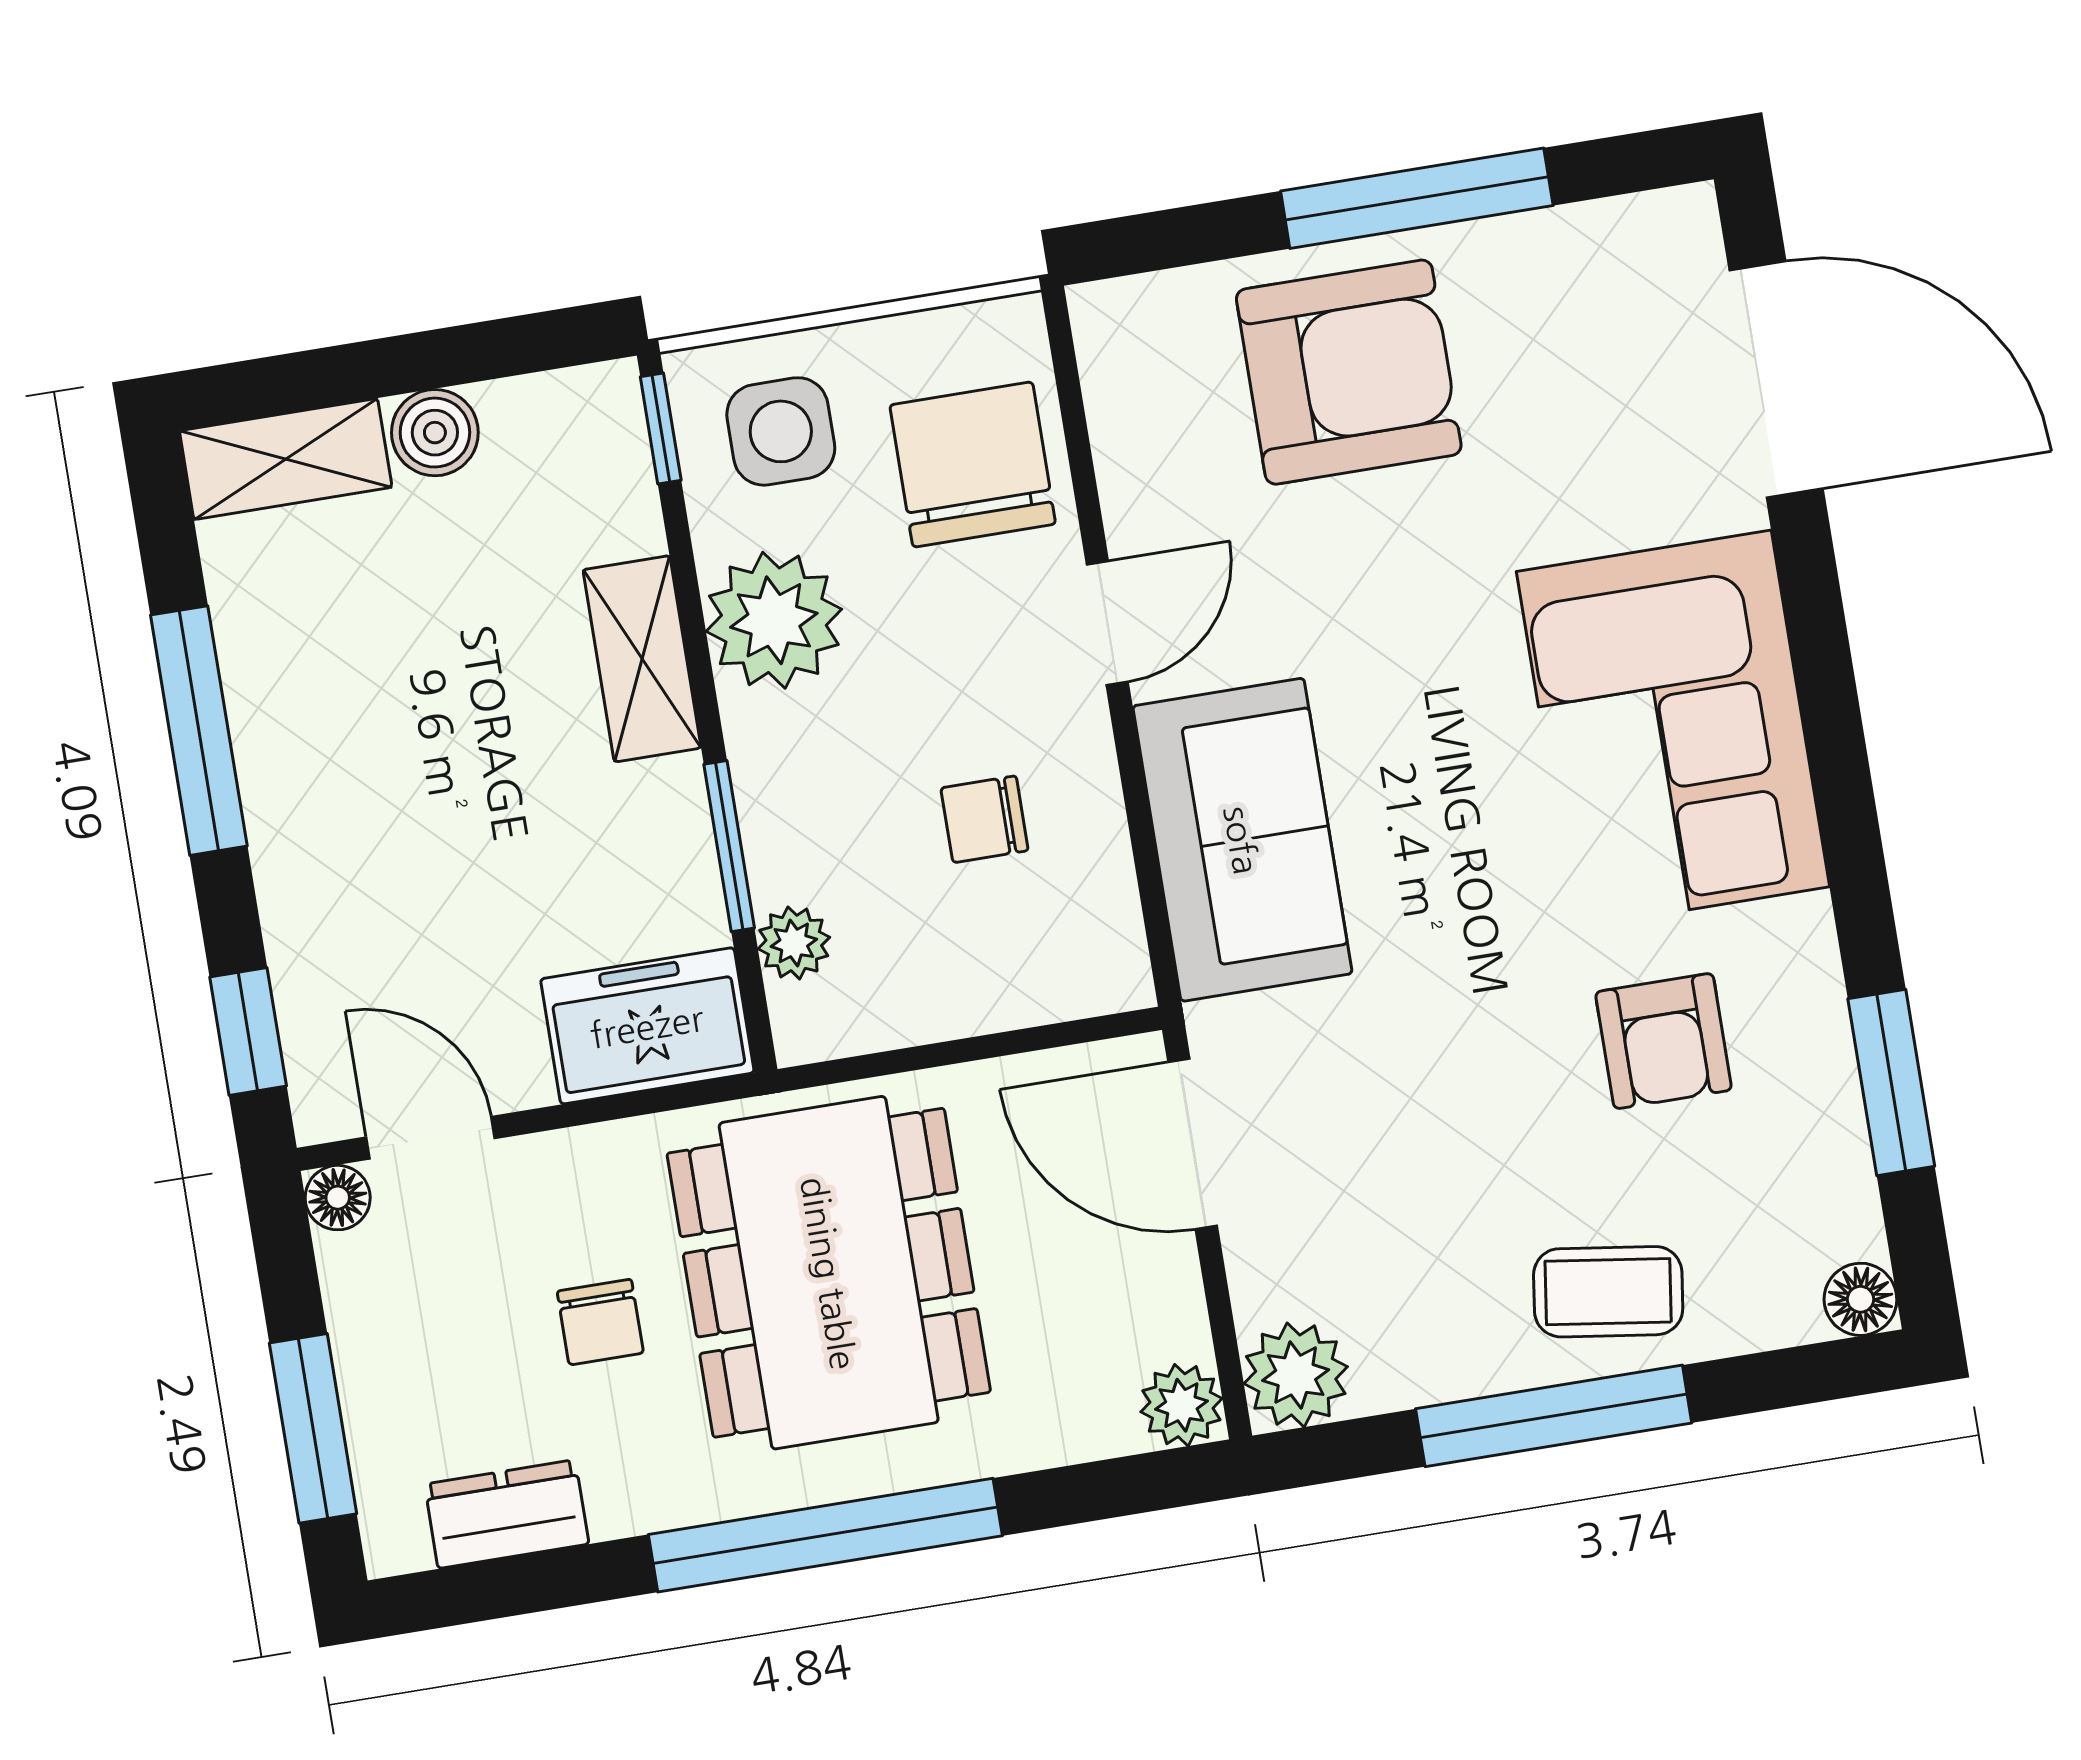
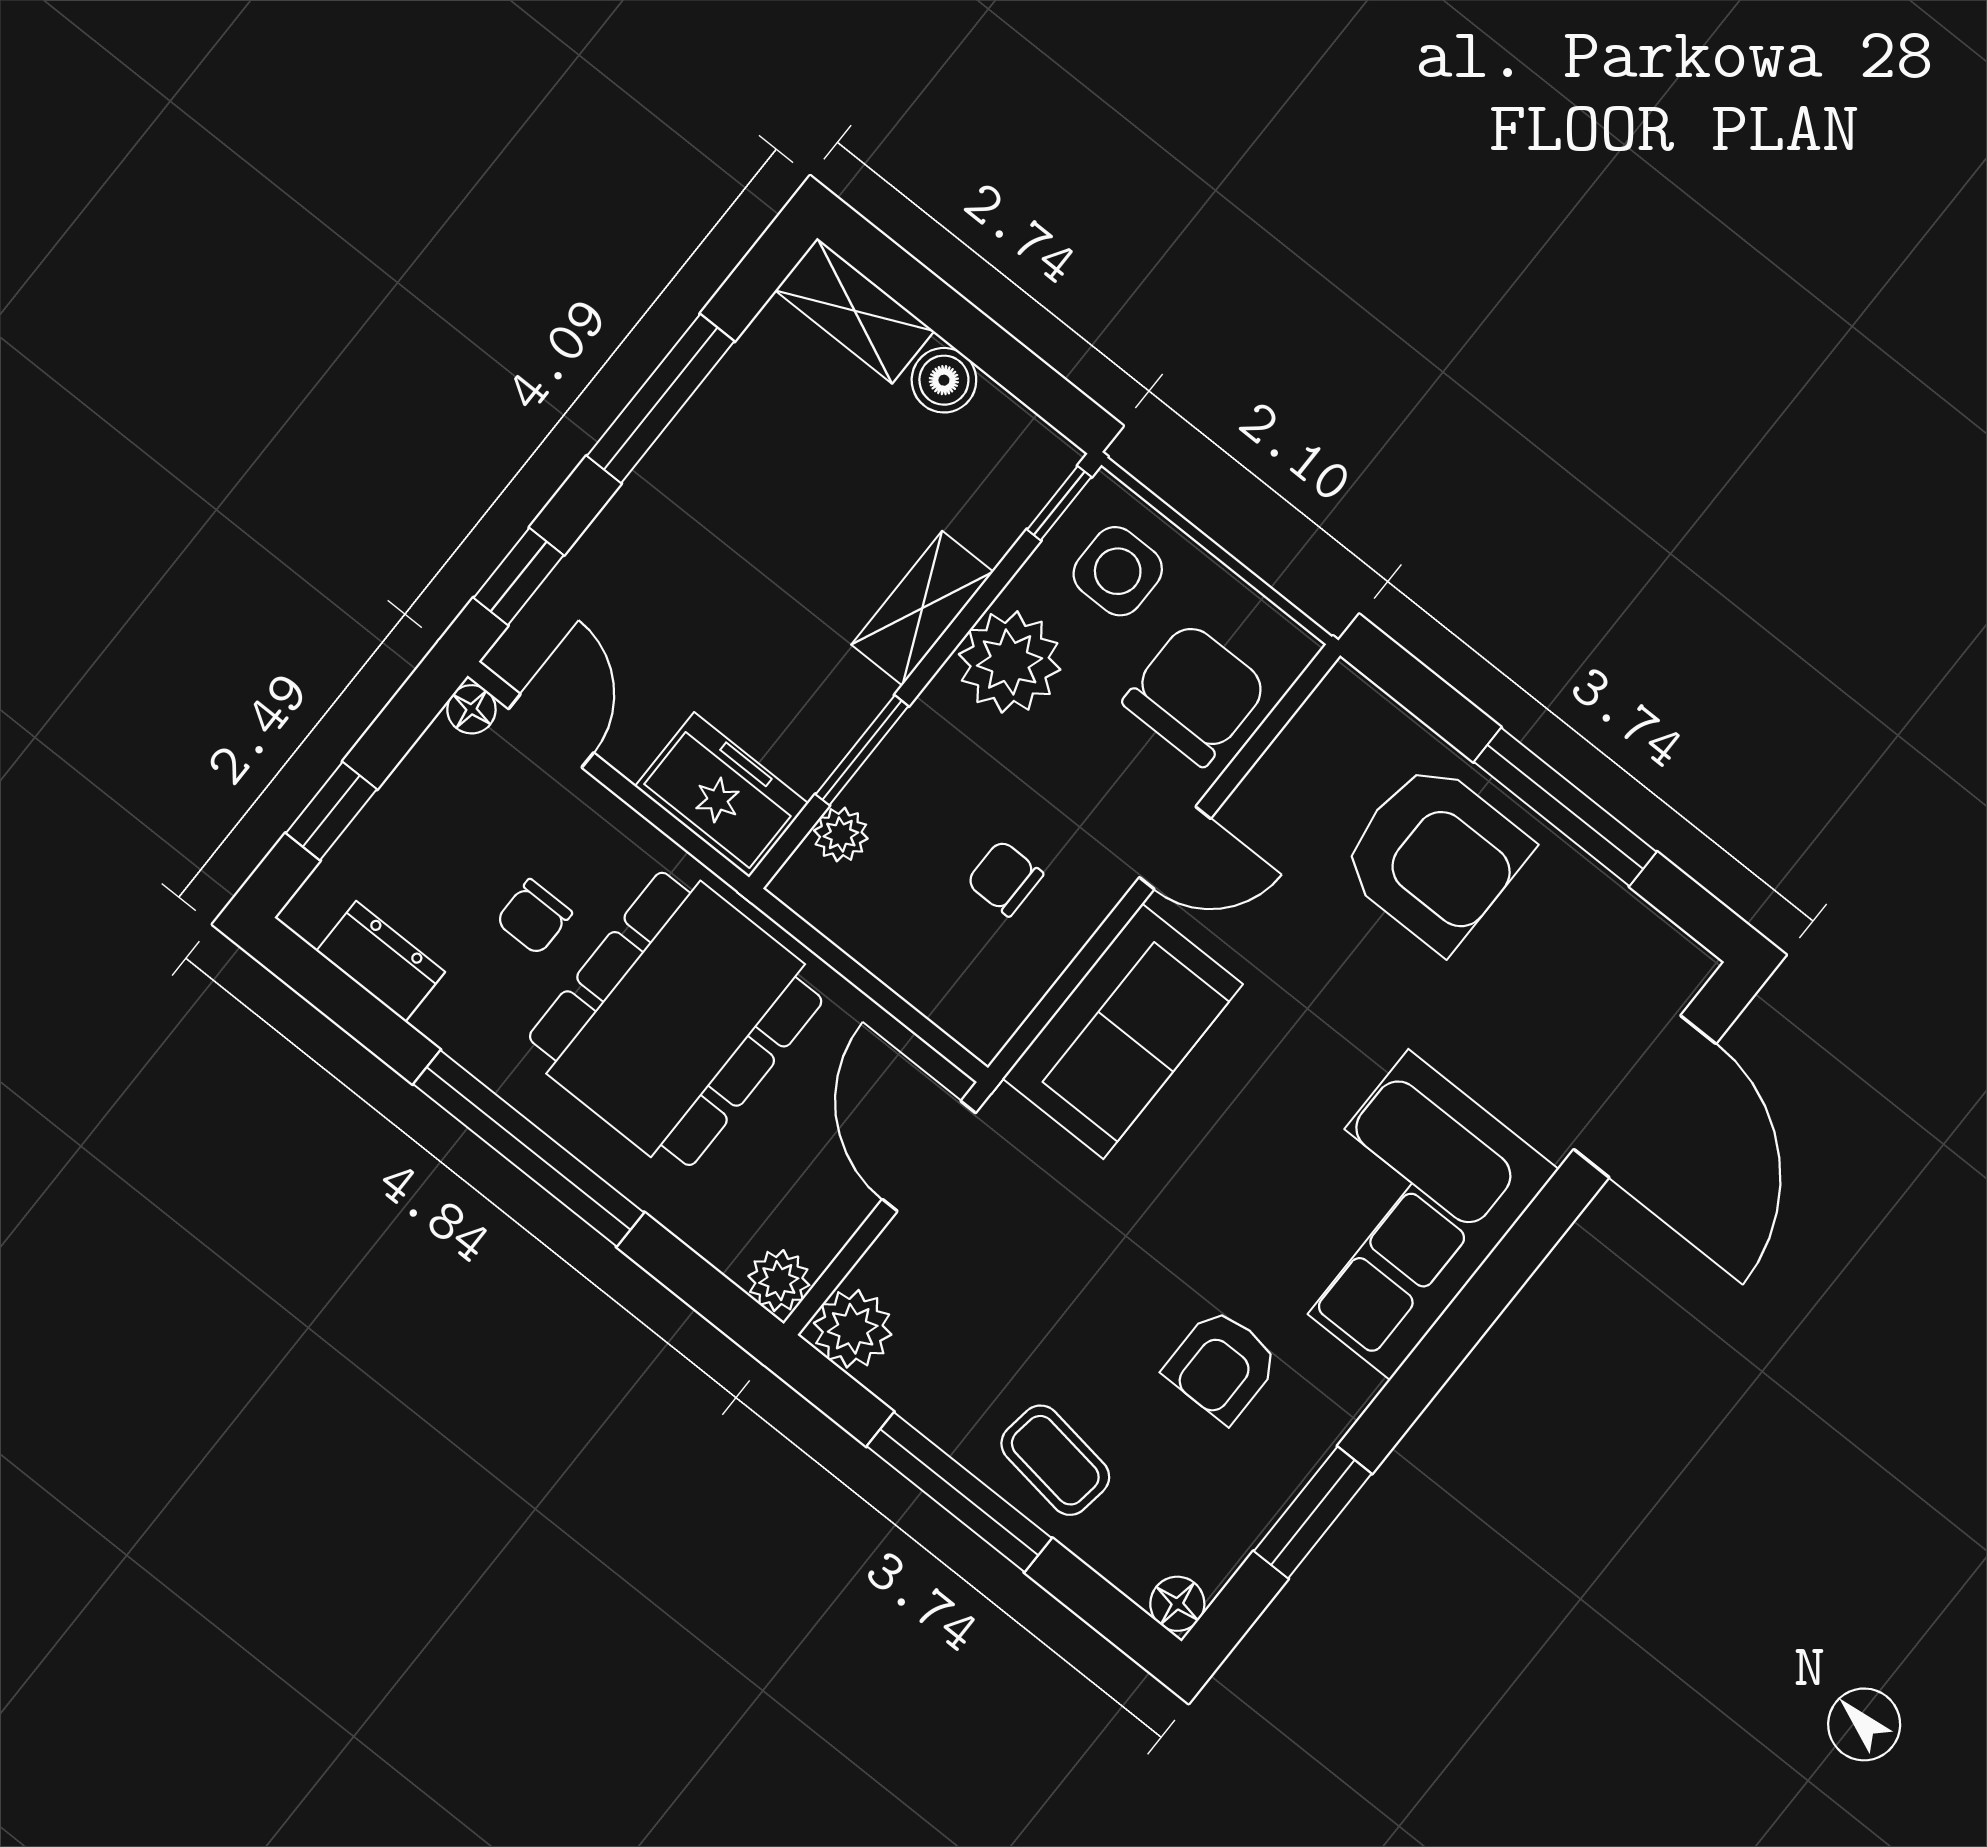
window: (313, 1428) -> (331, 811), width x0.67

